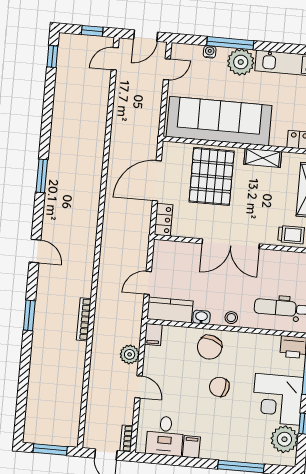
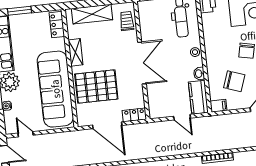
chair: (210, 347) -> (234, 81), moved
plant: (130, 354) -> (236, 120), removed

